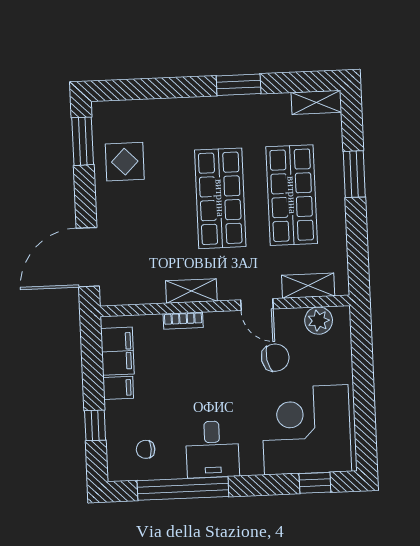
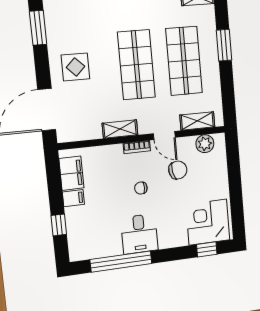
display table: (125, 162) -> (75, 67), moved
bookcase: (183, 321) -> (137, 147), moved
corner desk: (306, 430) -> (208, 222), width x0.74, depth x0.74
chair: (146, 449) -> (141, 188), moved

